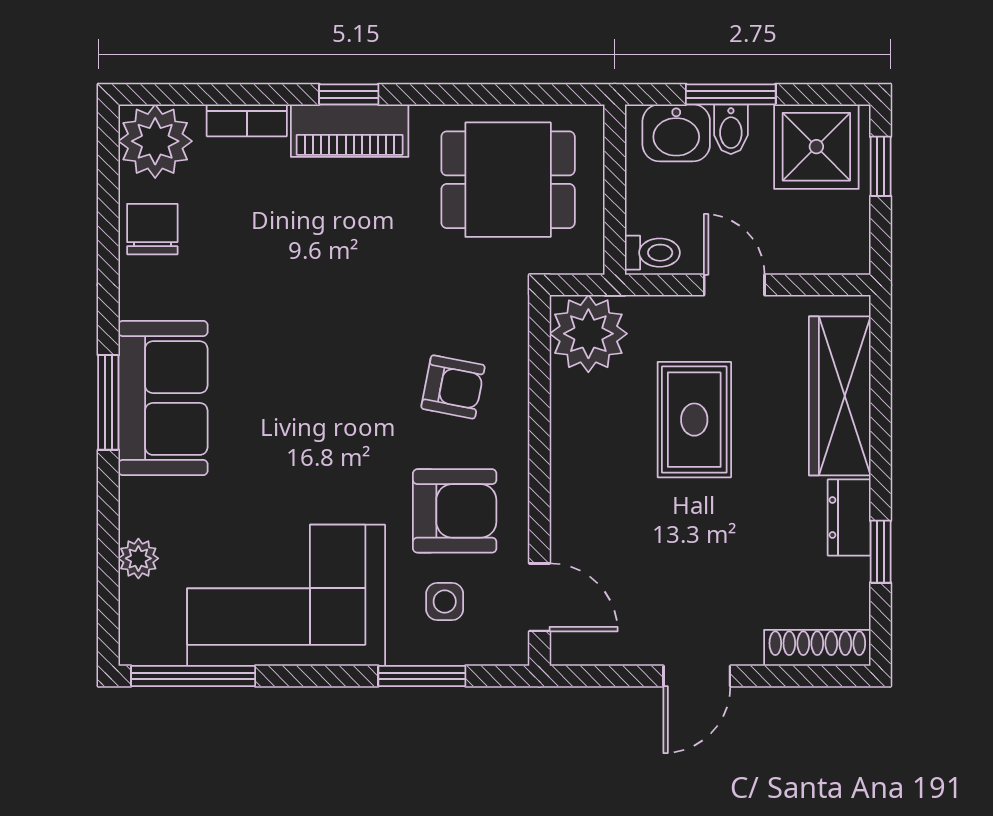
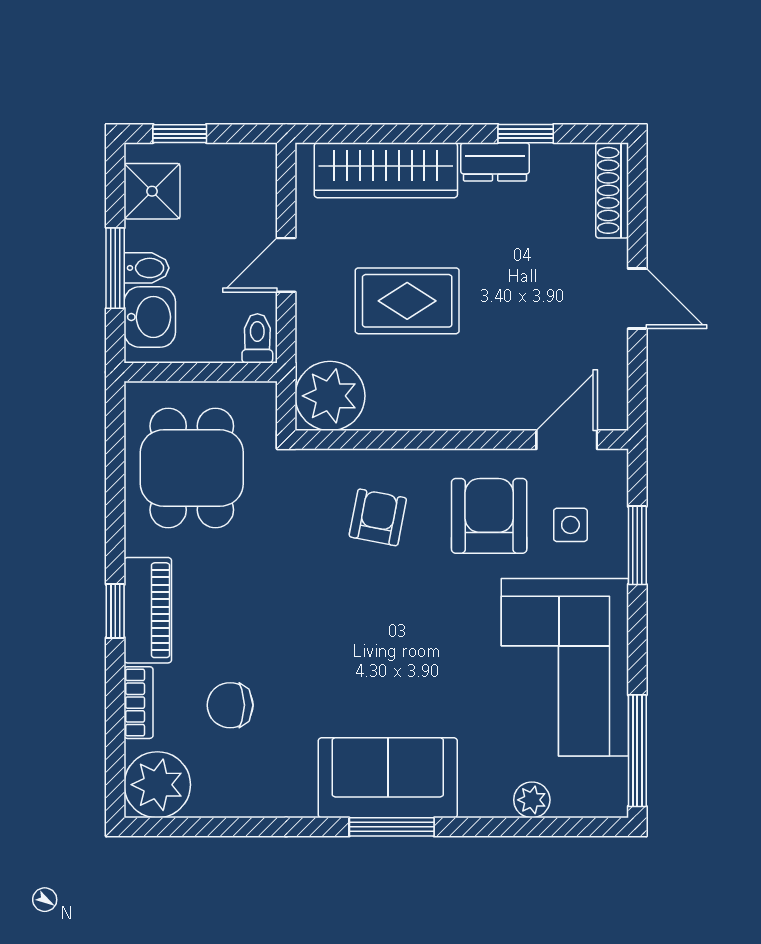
shower: (816, 147) -> (152, 191), width x0.73, depth x0.73
chair: (152, 229) -> (230, 705), moved

